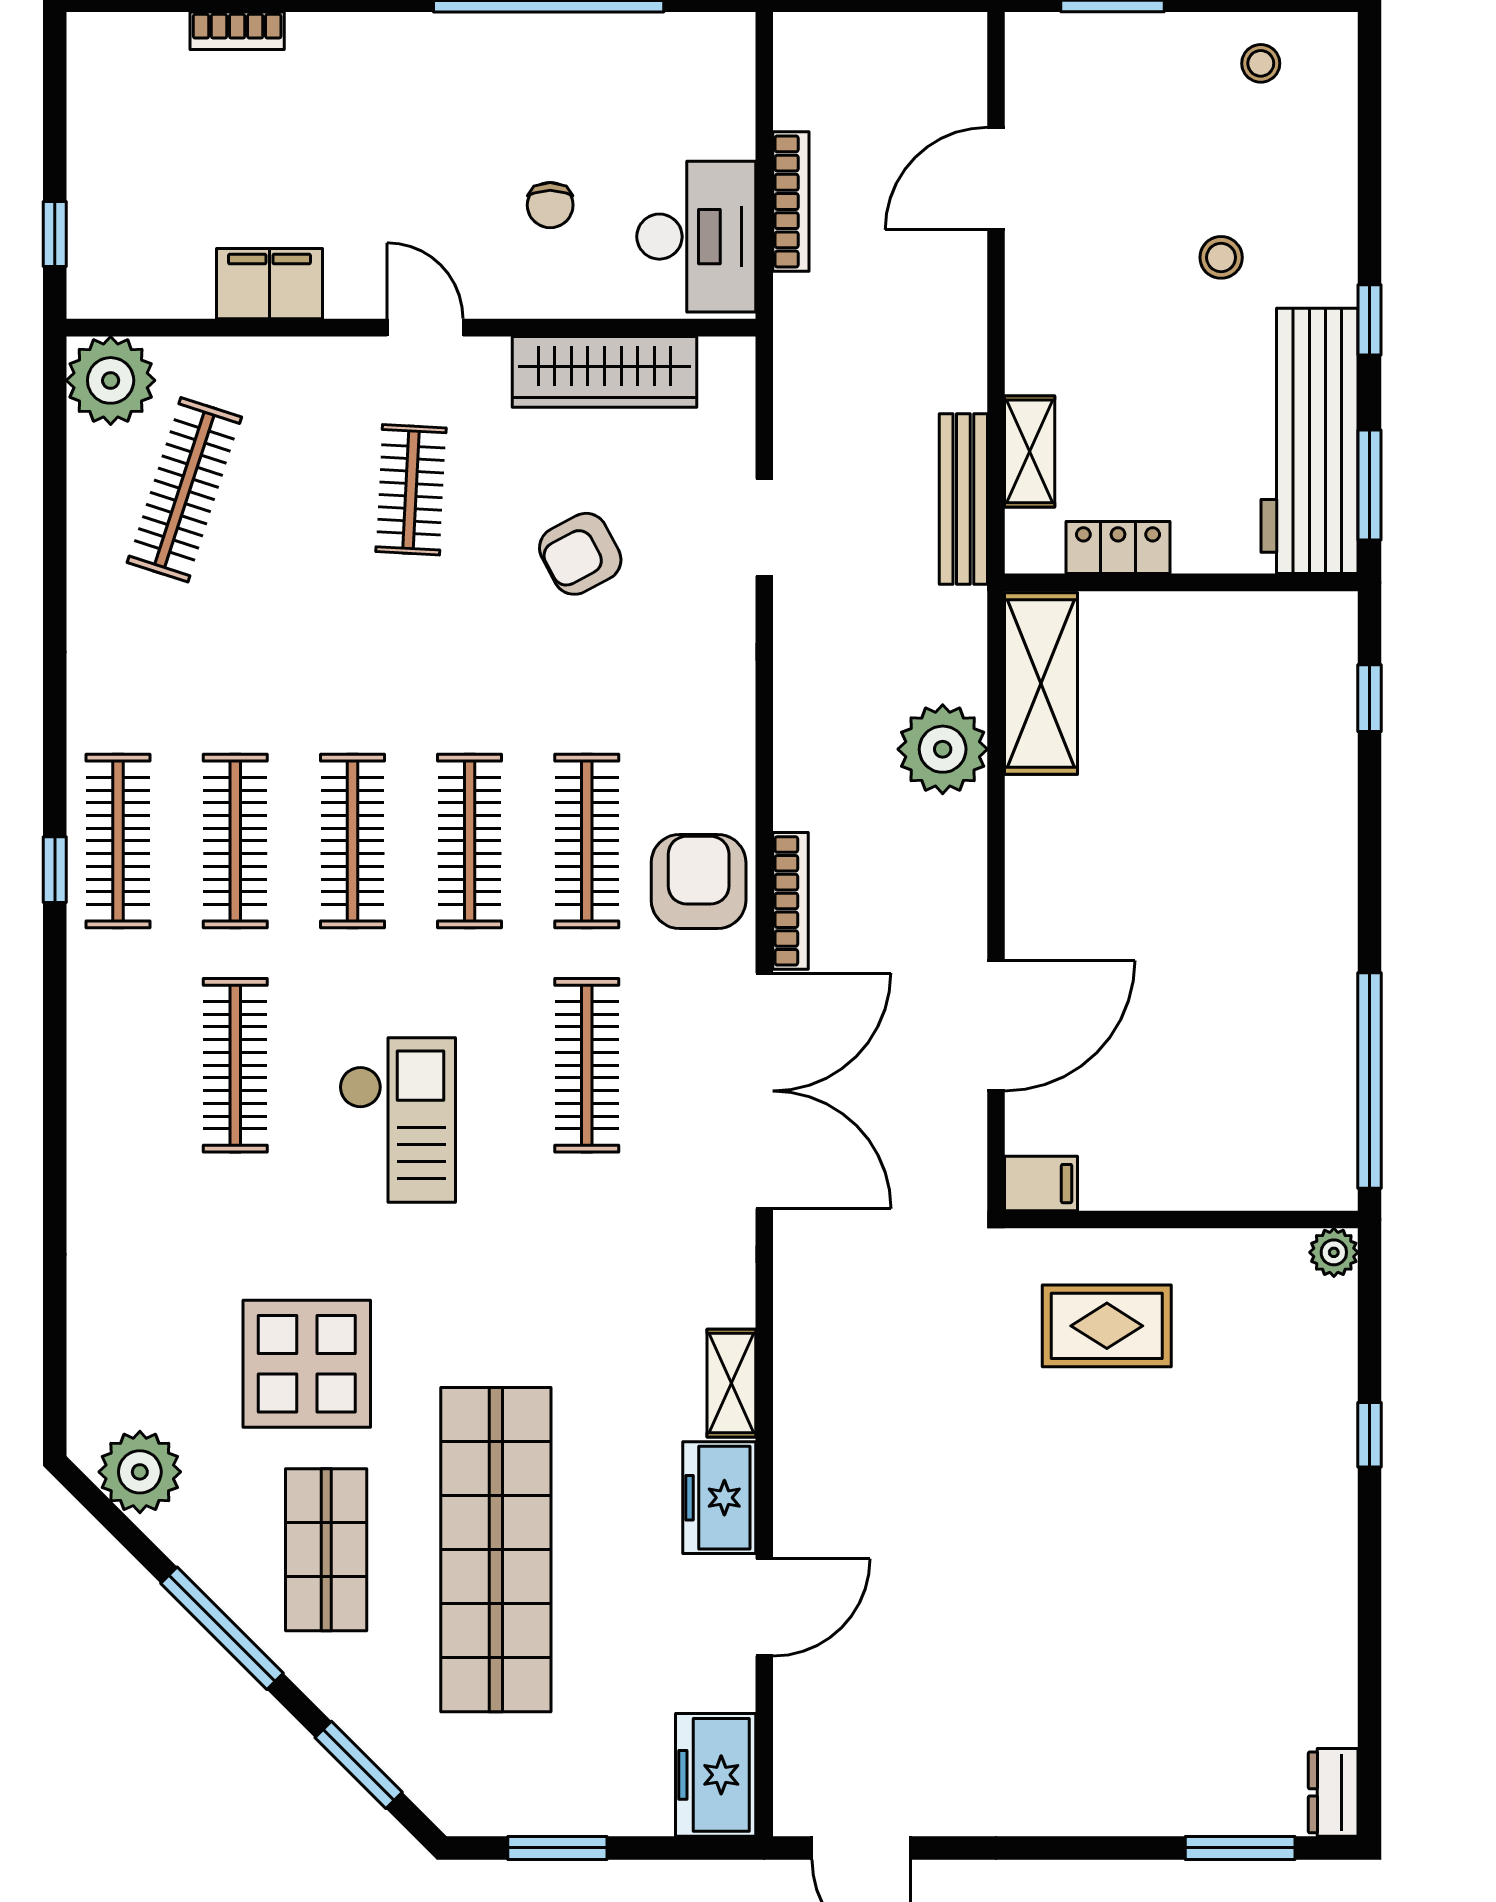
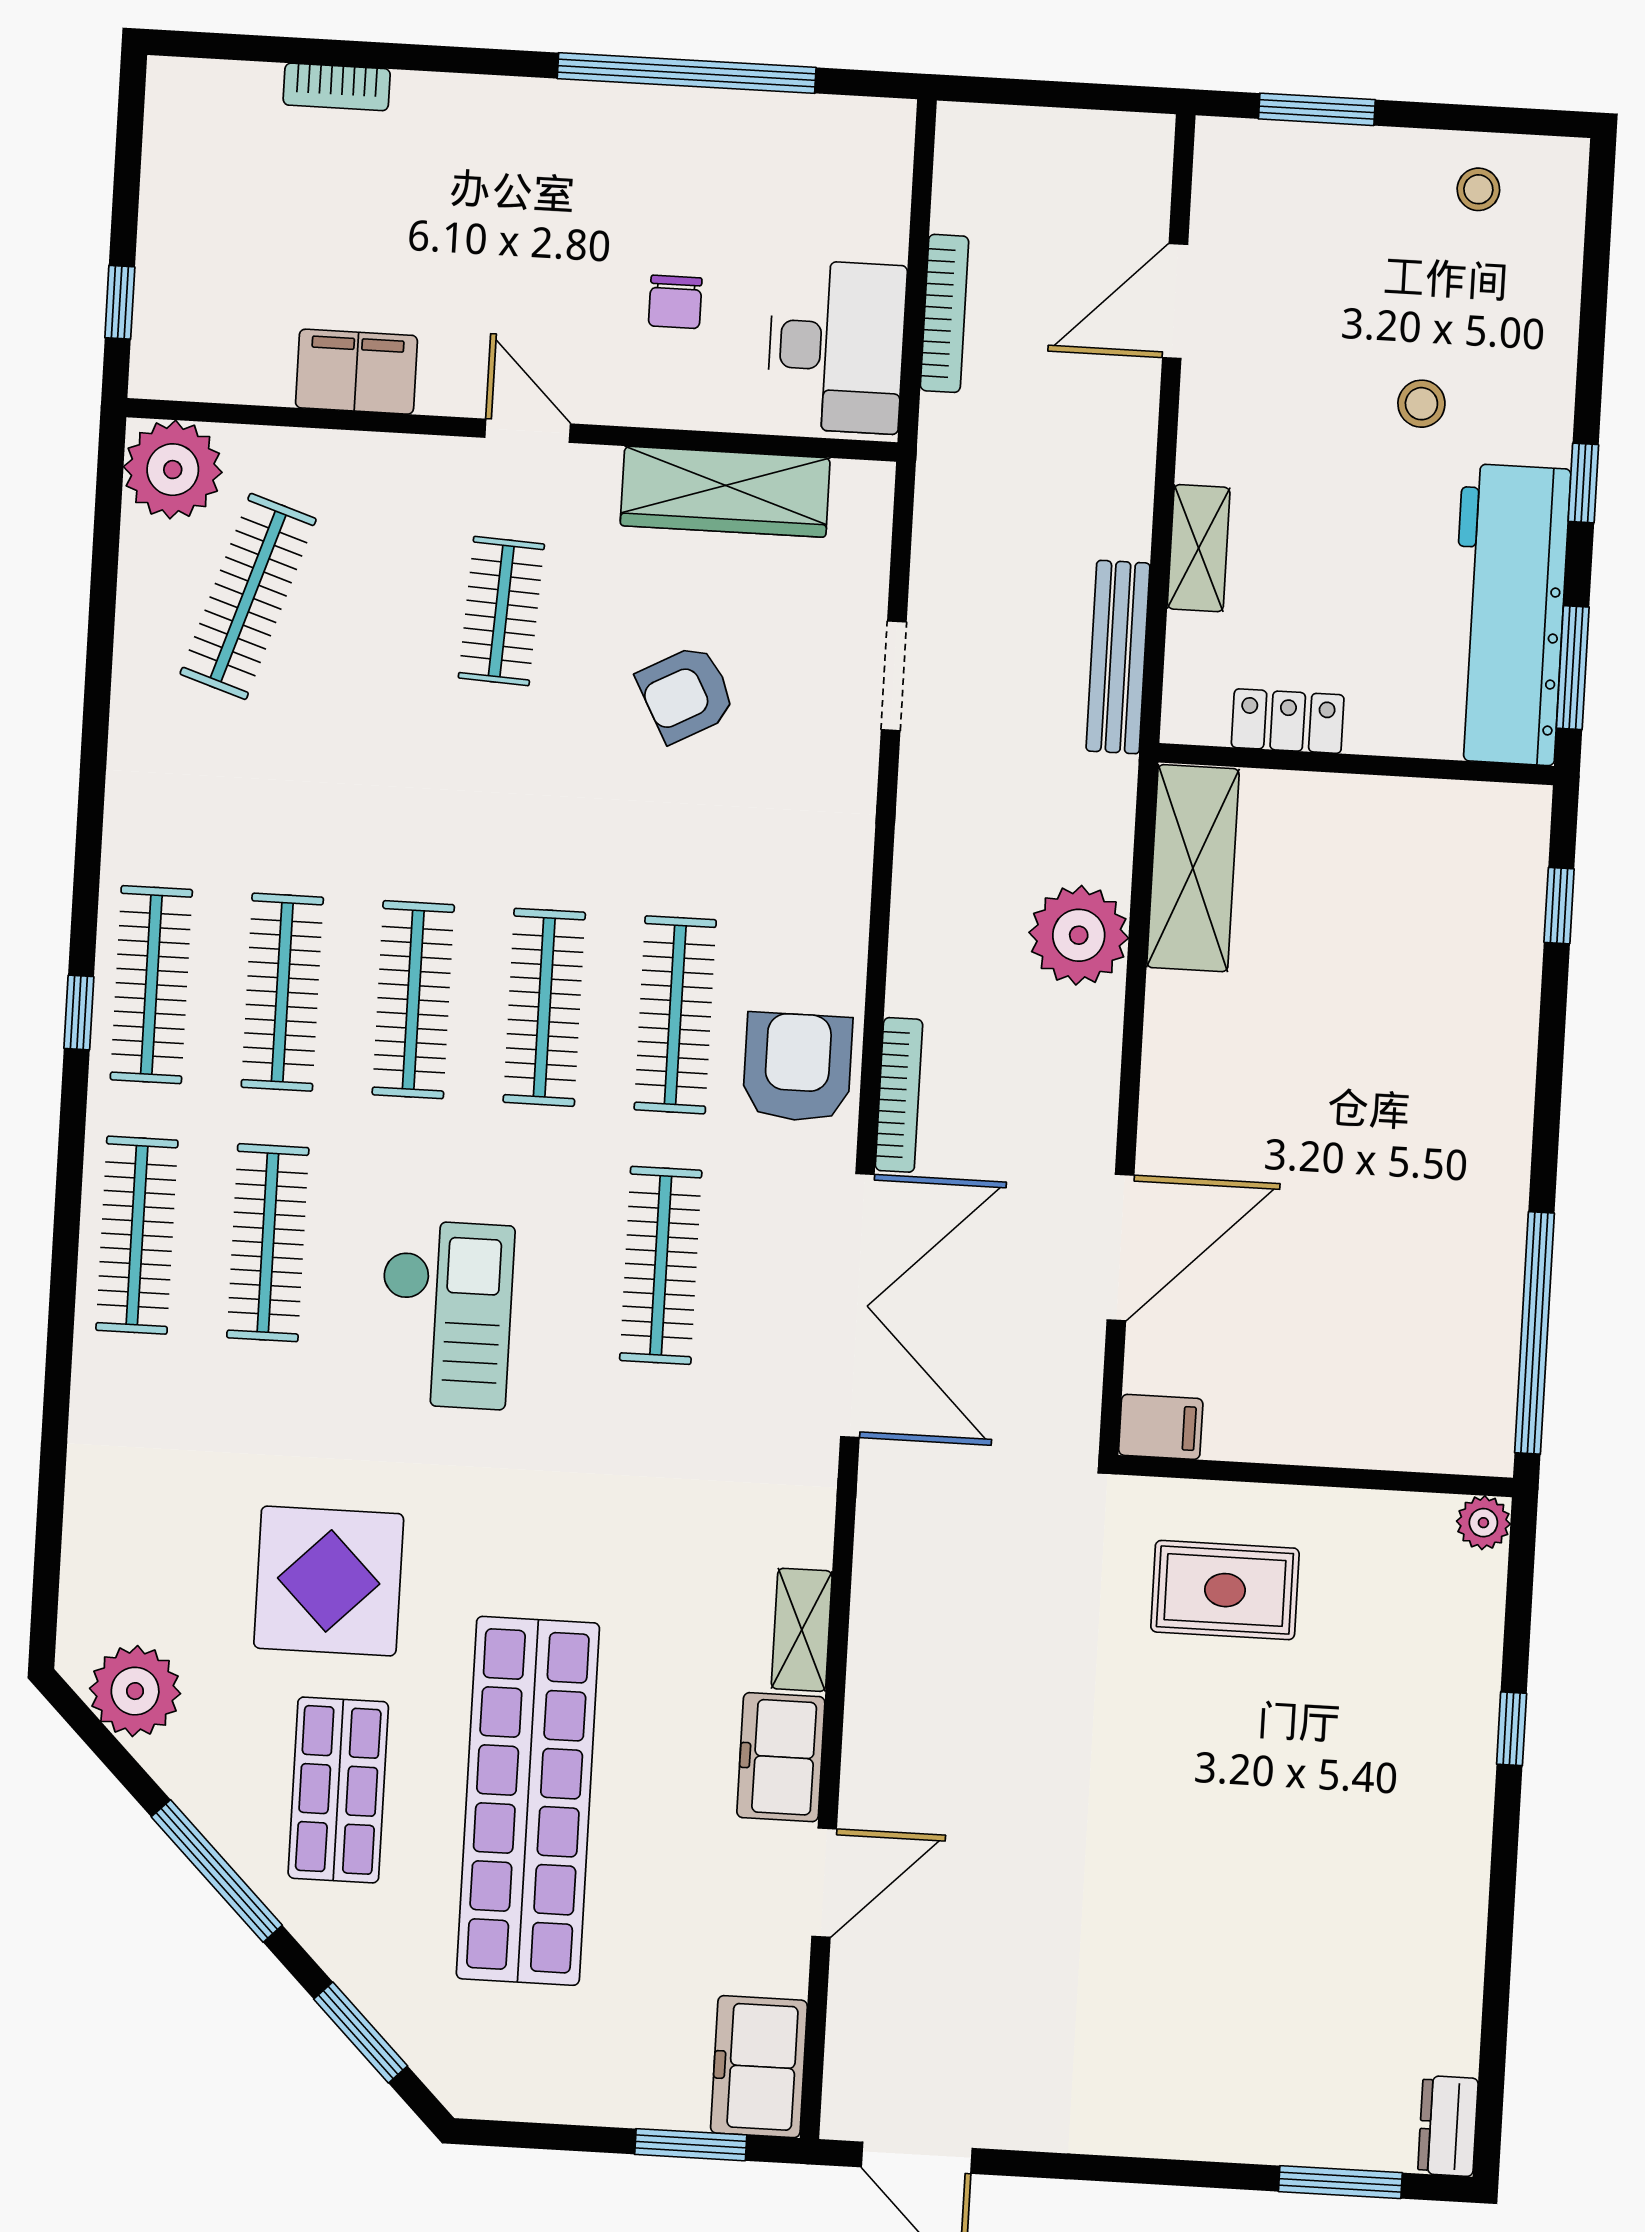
shelving: (1030, 451) -> (1199, 548), moved
clothes rail: (118, 1065) -> (137, 1235), added
window: (557, 1848) -> (691, 2145), moved

